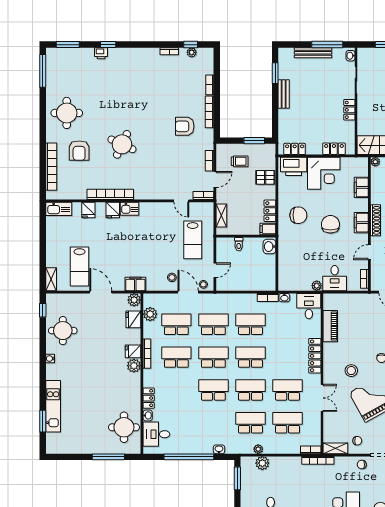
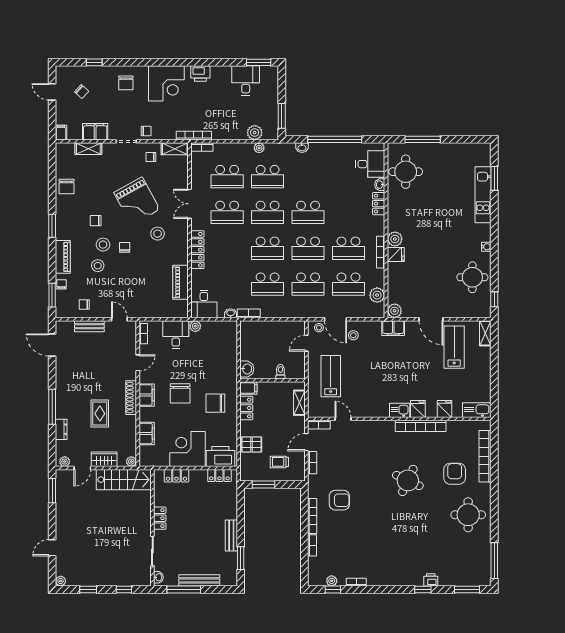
fridge: (133, 319) -> (395, 289), removed

